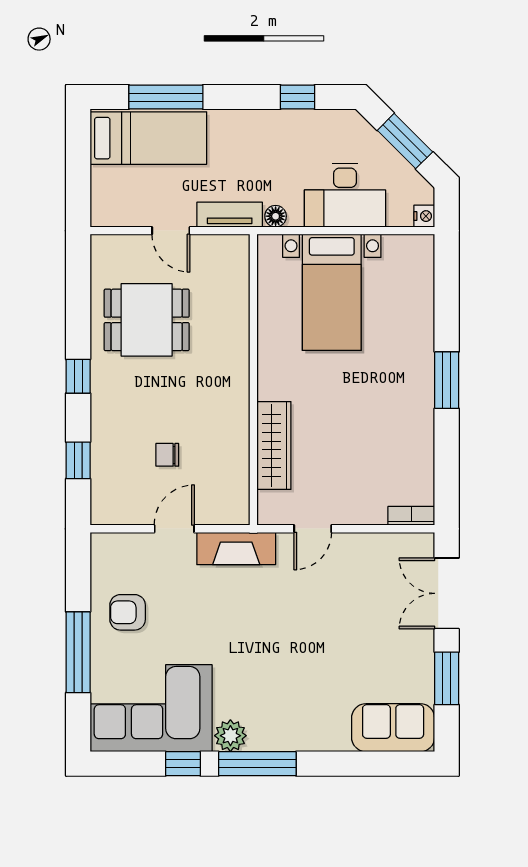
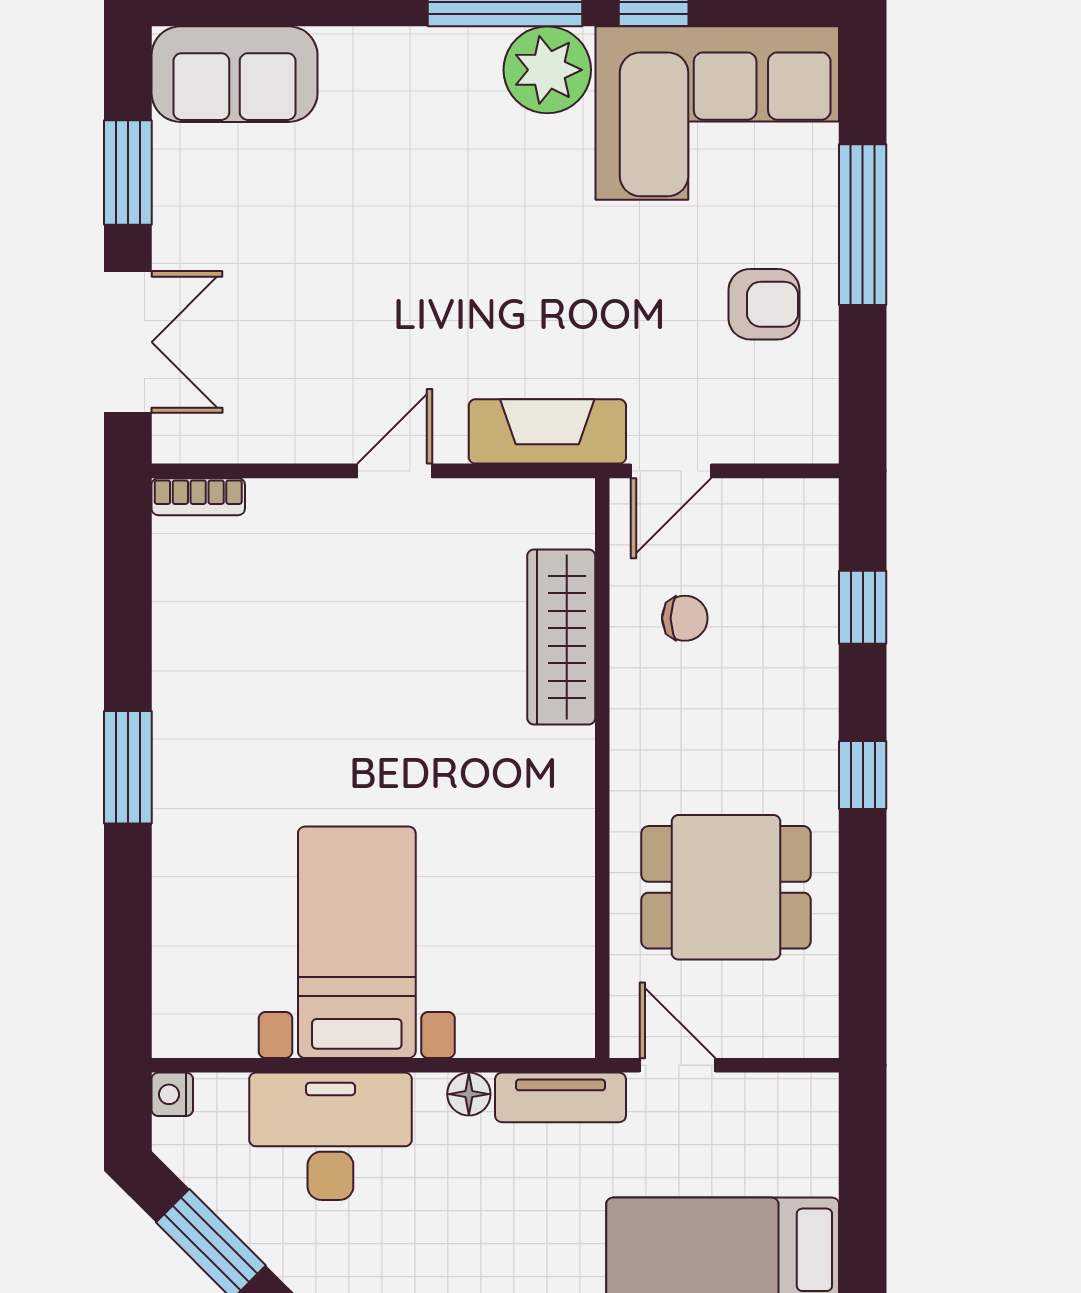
wall: (253, 380) -> (602, 768), moved
wardrobe: (274, 445) -> (561, 637), moved
plant: (230, 736) -> (547, 70), width x1.36, depth x1.36

